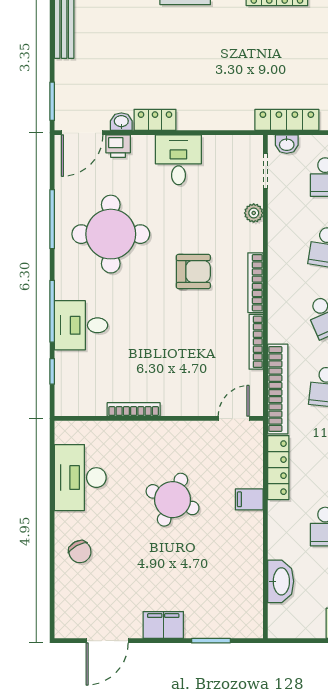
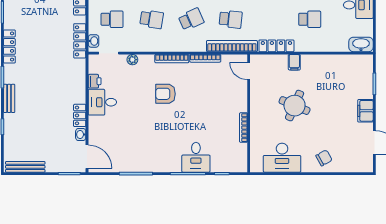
printer: (118, 146) -> (95, 81), moved
round table: (111, 234) -> (144, 140), removed
armchair: (193, 272) -> (165, 94), turned -90
washbasin: (281, 581) -> (361, 44), moved

